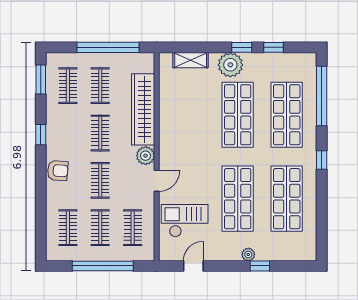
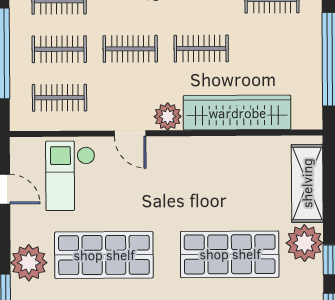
shelving: (191, 60) -> (307, 183), width x1.50, depth x1.33
clothes rail: (100, 86) -> (272, 48), removed
checkout: (185, 221) -> (70, 176), turned 180
plant: (248, 255) -> (29, 263), width x1.88, depth x1.88

